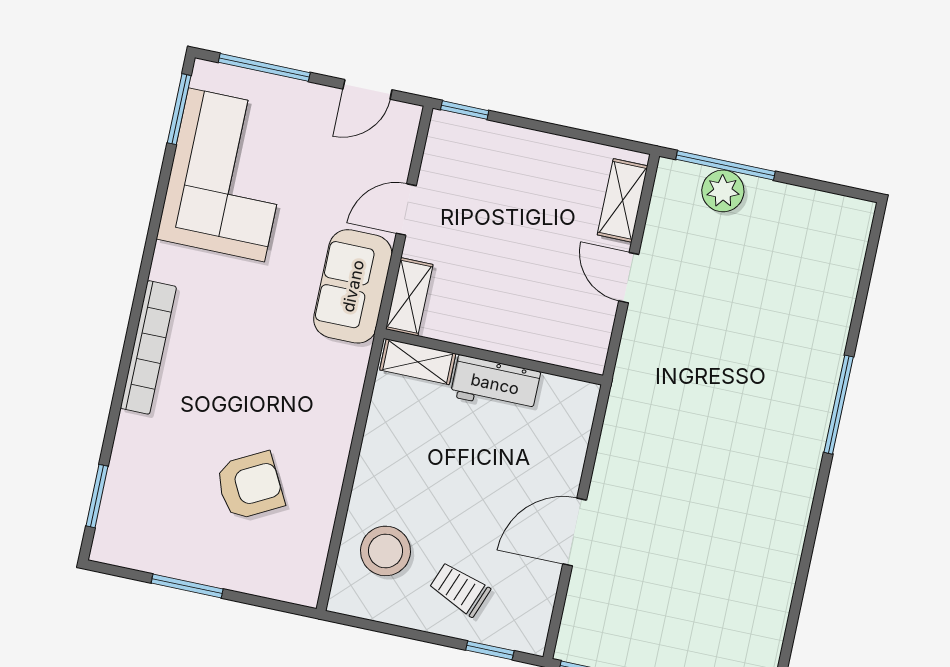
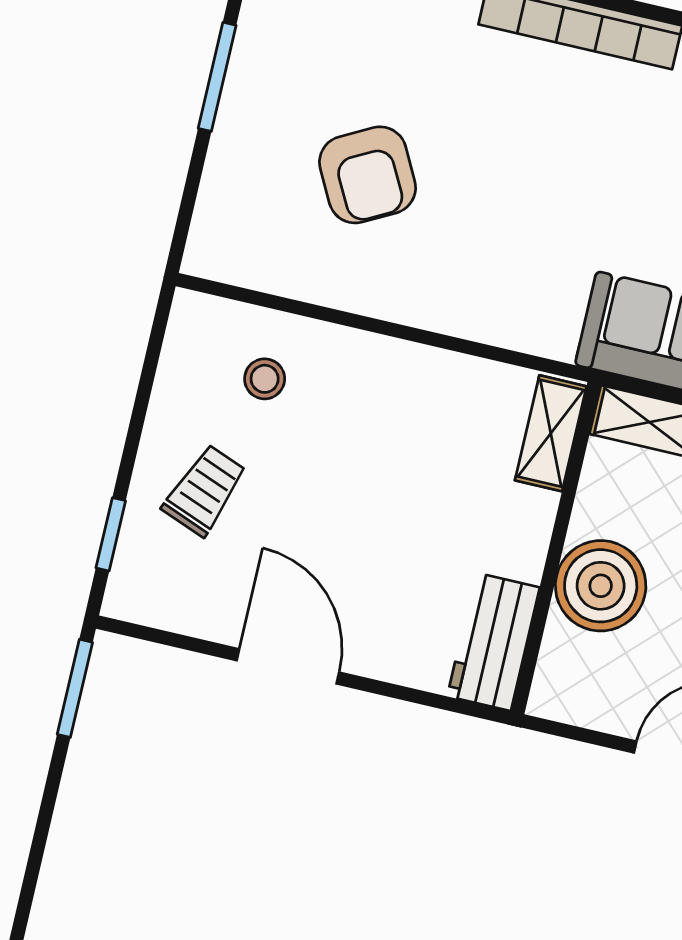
boiler: (518, 327) -> (601, 586), added
workbench: (495, 384) -> (493, 642), moved
stool: (385, 551) -> (265, 379), width x0.53, depth x0.53

